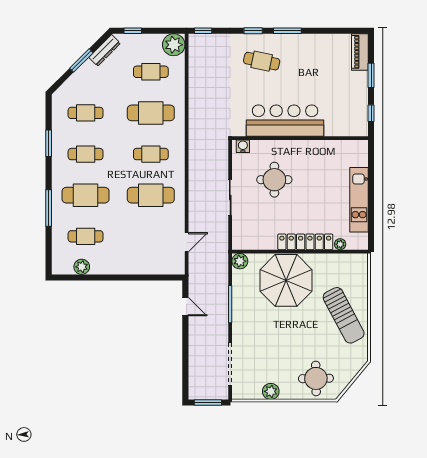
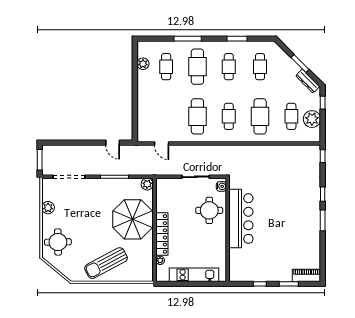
plant: (174, 45) -> (312, 119), moved
cafe table: (262, 61) -> (299, 201), removed
bar counter: (285, 121) -> (241, 219), moved
wall: (300, 138) -> (228, 230), moved
water cooler: (243, 146) -> (221, 186), moved
door: (185, 307) -> (113, 143), hinge flipped

